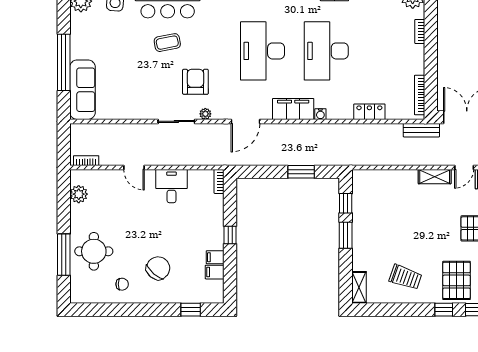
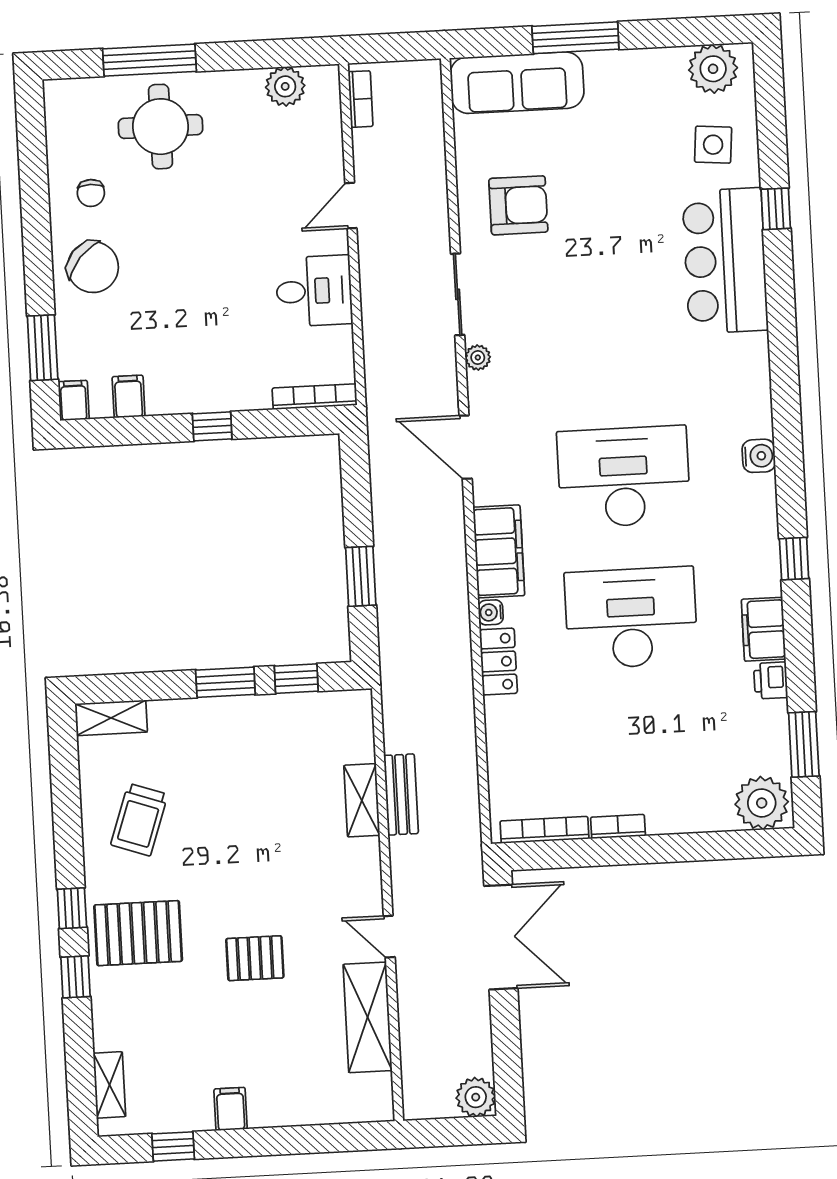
bookcase: (420, 31) -> (618, 827), moved
coffee table: (167, 43) -> (631, 265), removed
window: (64, 62) -> (575, 38), width x0.68
armchair: (195, 82) -> (518, 205), moved
locker: (369, 112) -> (498, 662), moved
bench: (421, 130) -> (401, 794), moved
shelving: (435, 177) -> (362, 800), moved
bookcase: (219, 181) -> (315, 397), width x1.56
filing cabinet: (215, 257) -> (74, 400), moved
chair: (158, 268) -> (93, 267), moved
window: (191, 310) -> (43, 348), width x1.50

